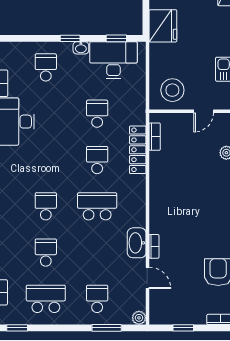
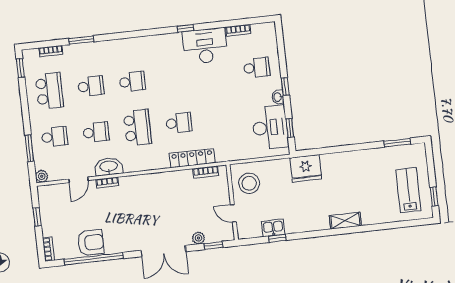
school desk: (97, 114) -> (96, 132), moved

